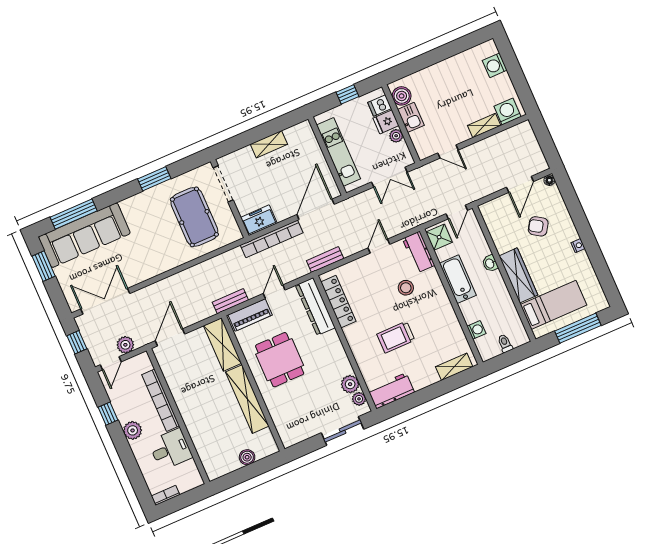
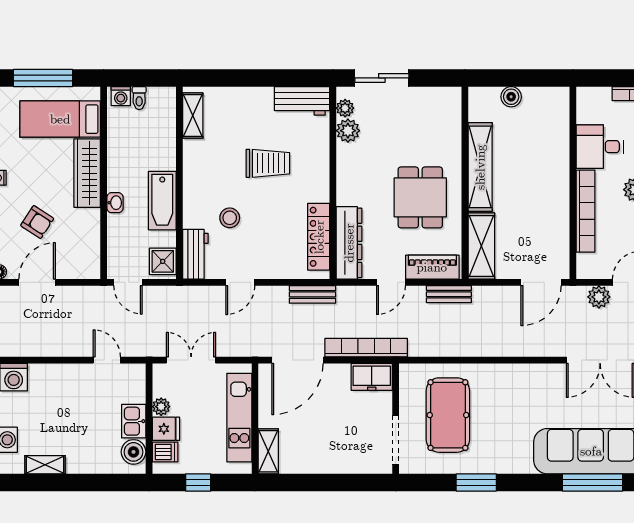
shelving: (484, 126) -> (45, 465), moved
shelving: (269, 144) -> (268, 451), moved, turned 90
door: (457, 212) -> (128, 282), swing flipped
washing machine: (476, 330) -> (121, 96), moved, turned -90
shelving: (454, 367) -> (193, 116), moved, turned 90

